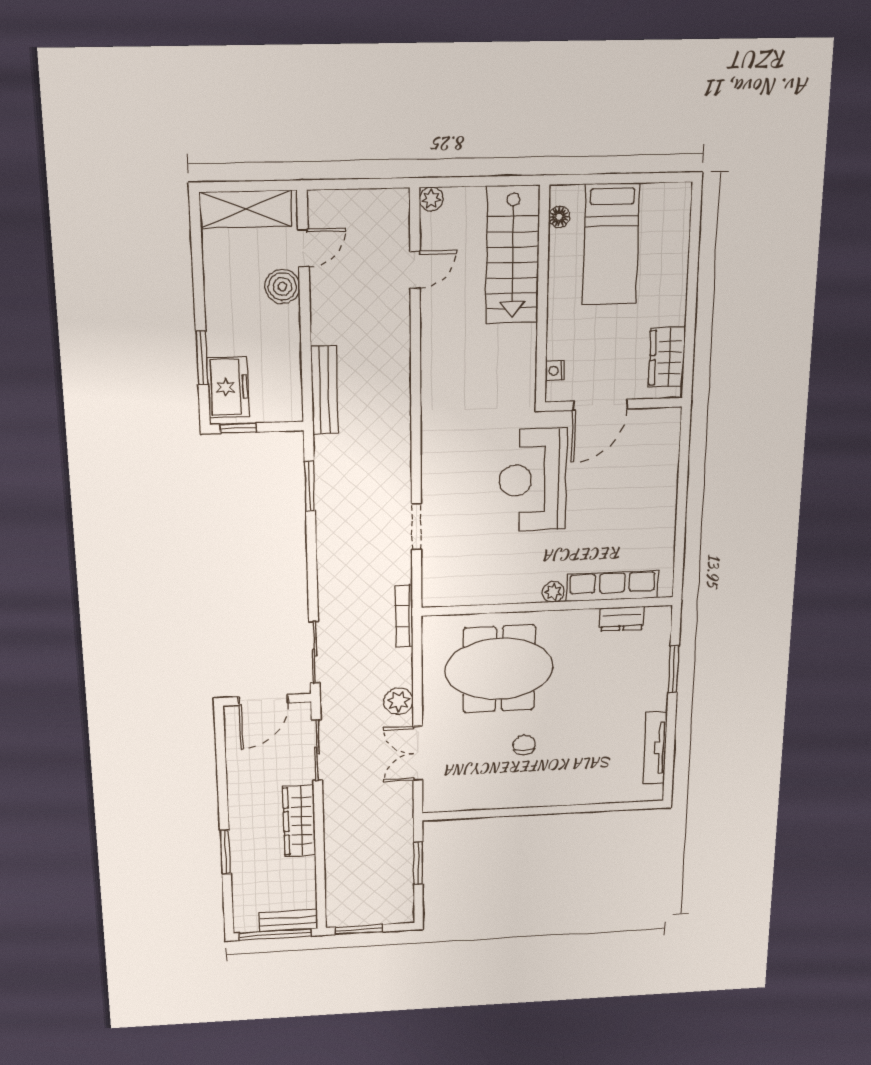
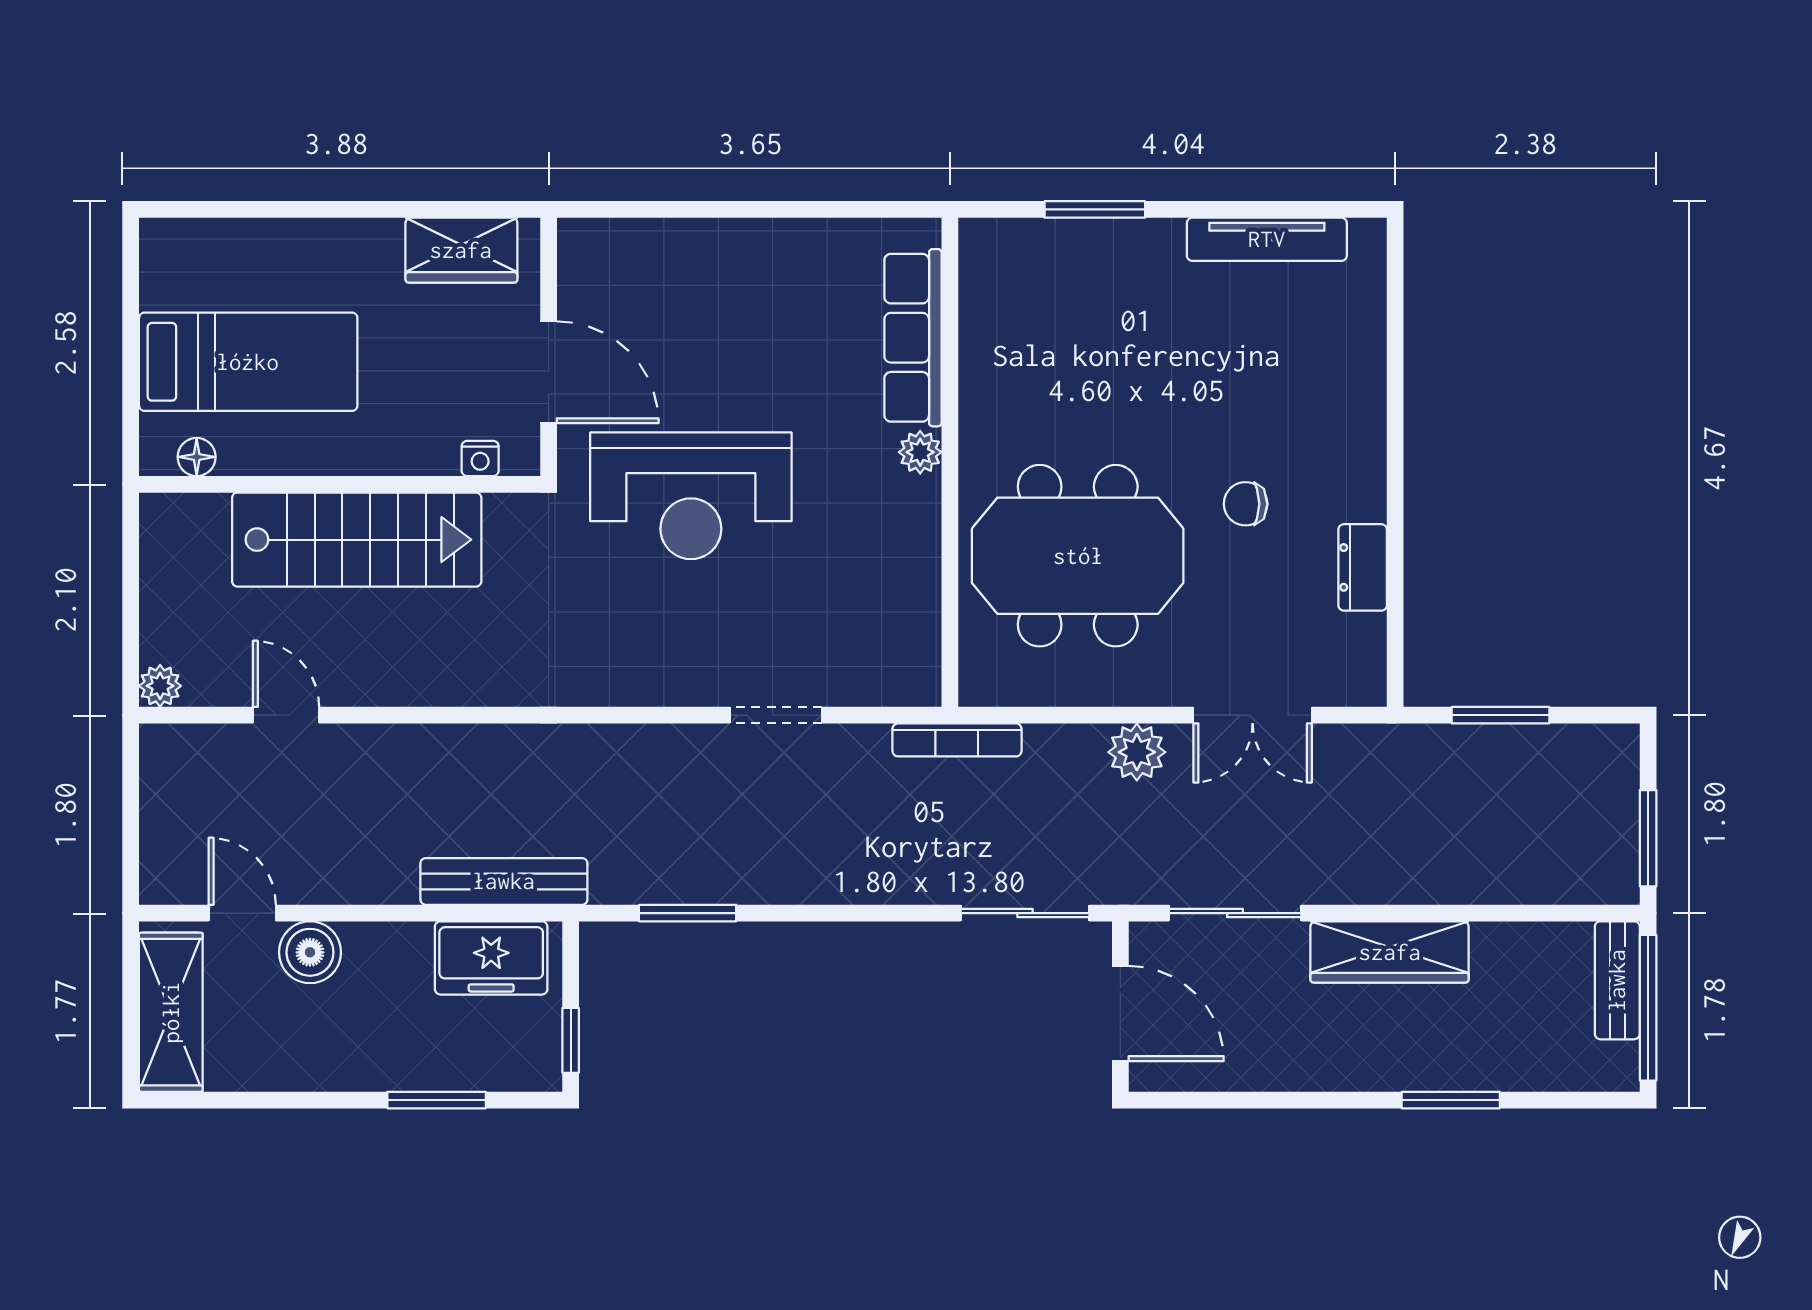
stairs: (513, 255) -> (357, 540), moved
freezer: (228, 387) -> (491, 958), moved, turned 180
dresser: (622, 619) -> (1363, 567), moved, turned 180
meeting table: (499, 669) -> (1078, 556), turned 90

